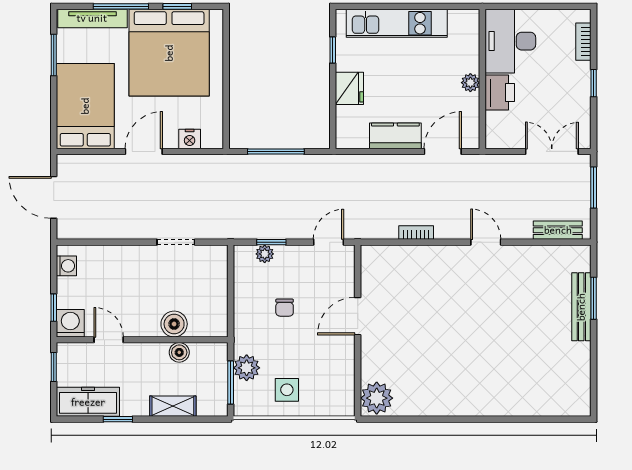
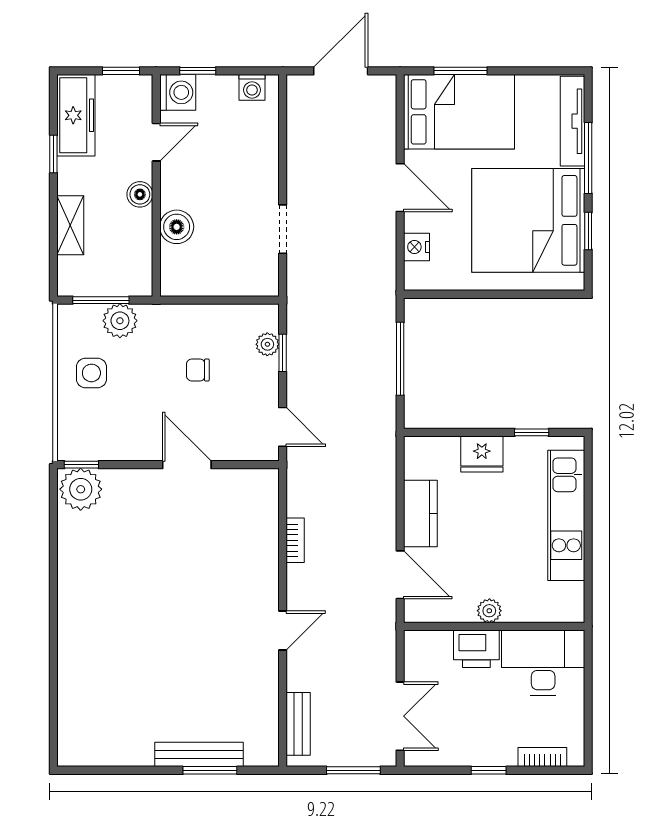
window: (54, 55) -> (460, 71), moved
boiler: (179, 352) -> (140, 194), moved
window: (358, 397) -> (81, 465), added

